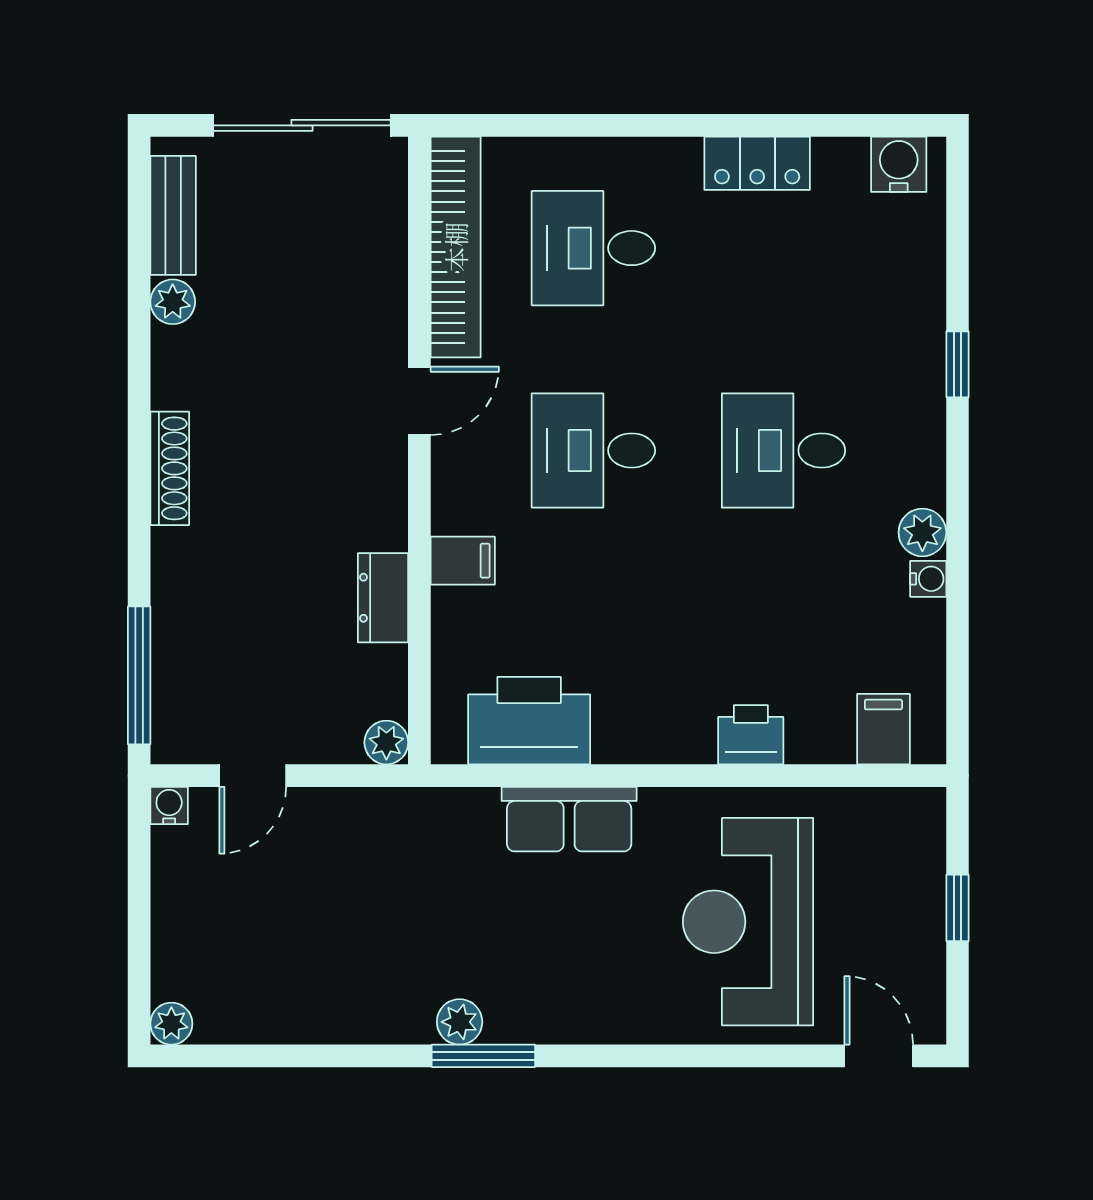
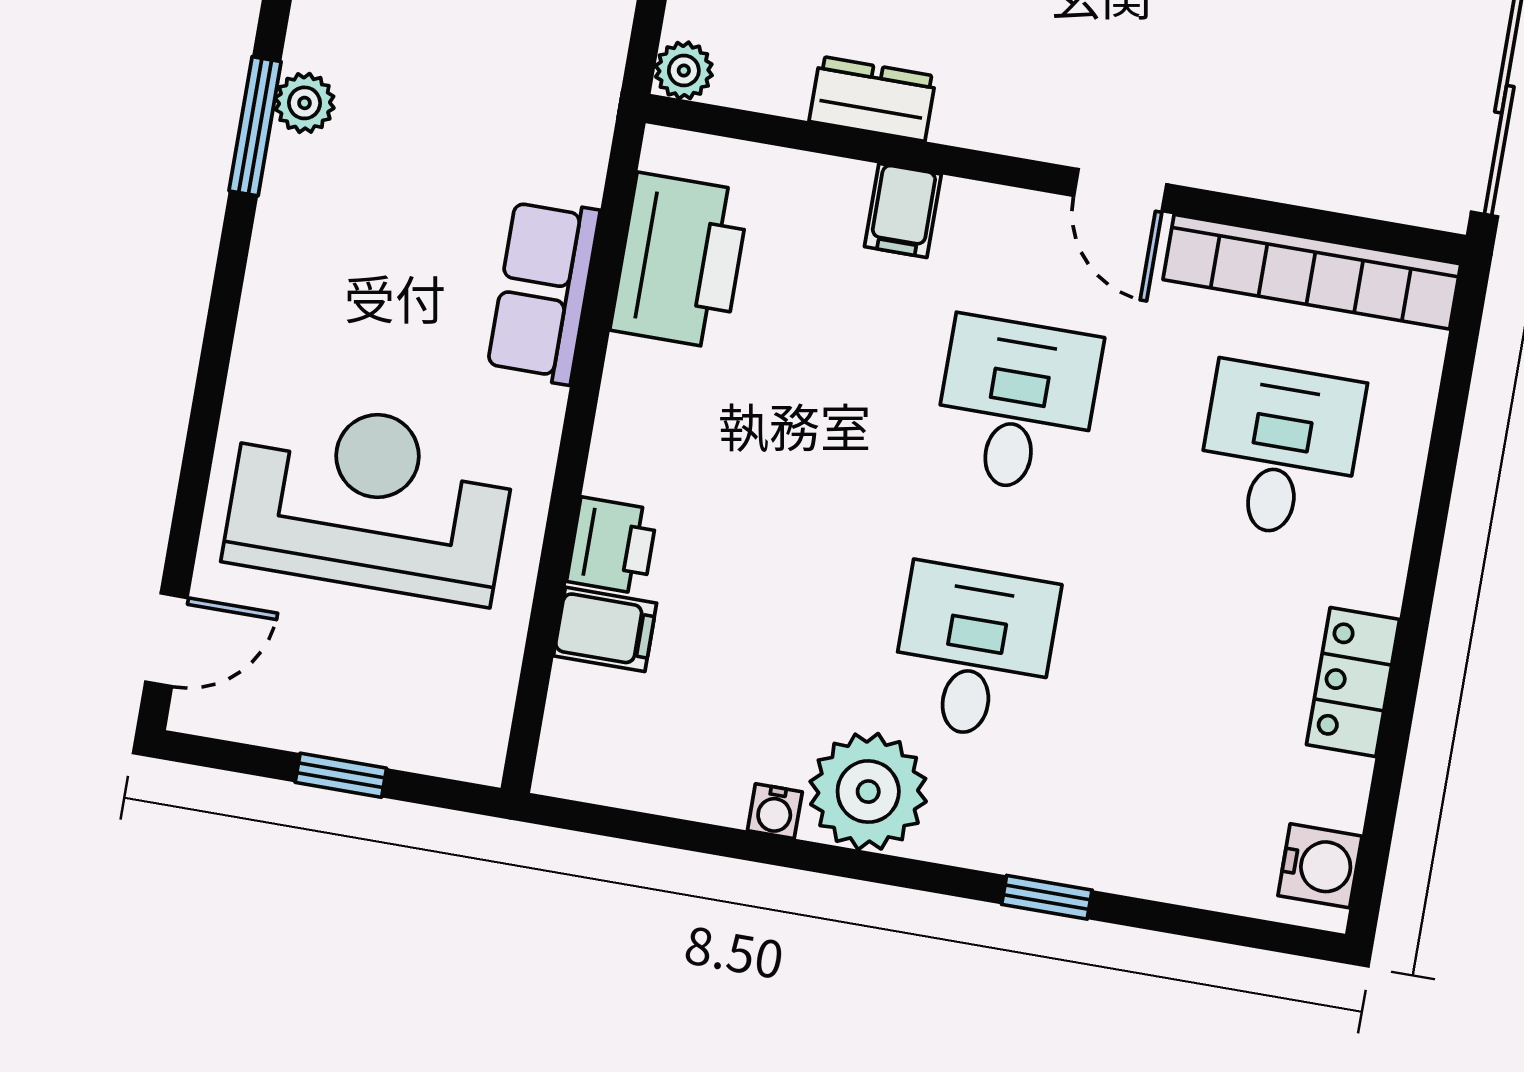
plant: (922, 532) -> (868, 792), width x1.87, depth x1.87
filing cabinet: (883, 729) -> (605, 629), moved

